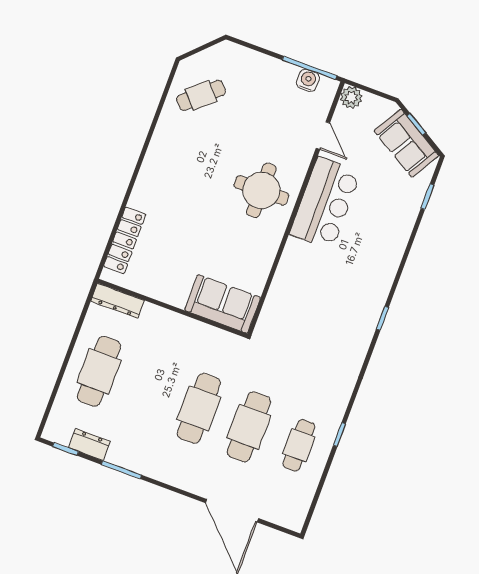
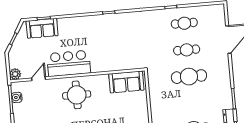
sofa: (406, 143) -> (42, 28), moved, turned 59
sofa: (223, 304) -> (126, 82), moved, turned -90
cafe table: (249, 427) -> (187, 50), width x0.73, depth x0.74

